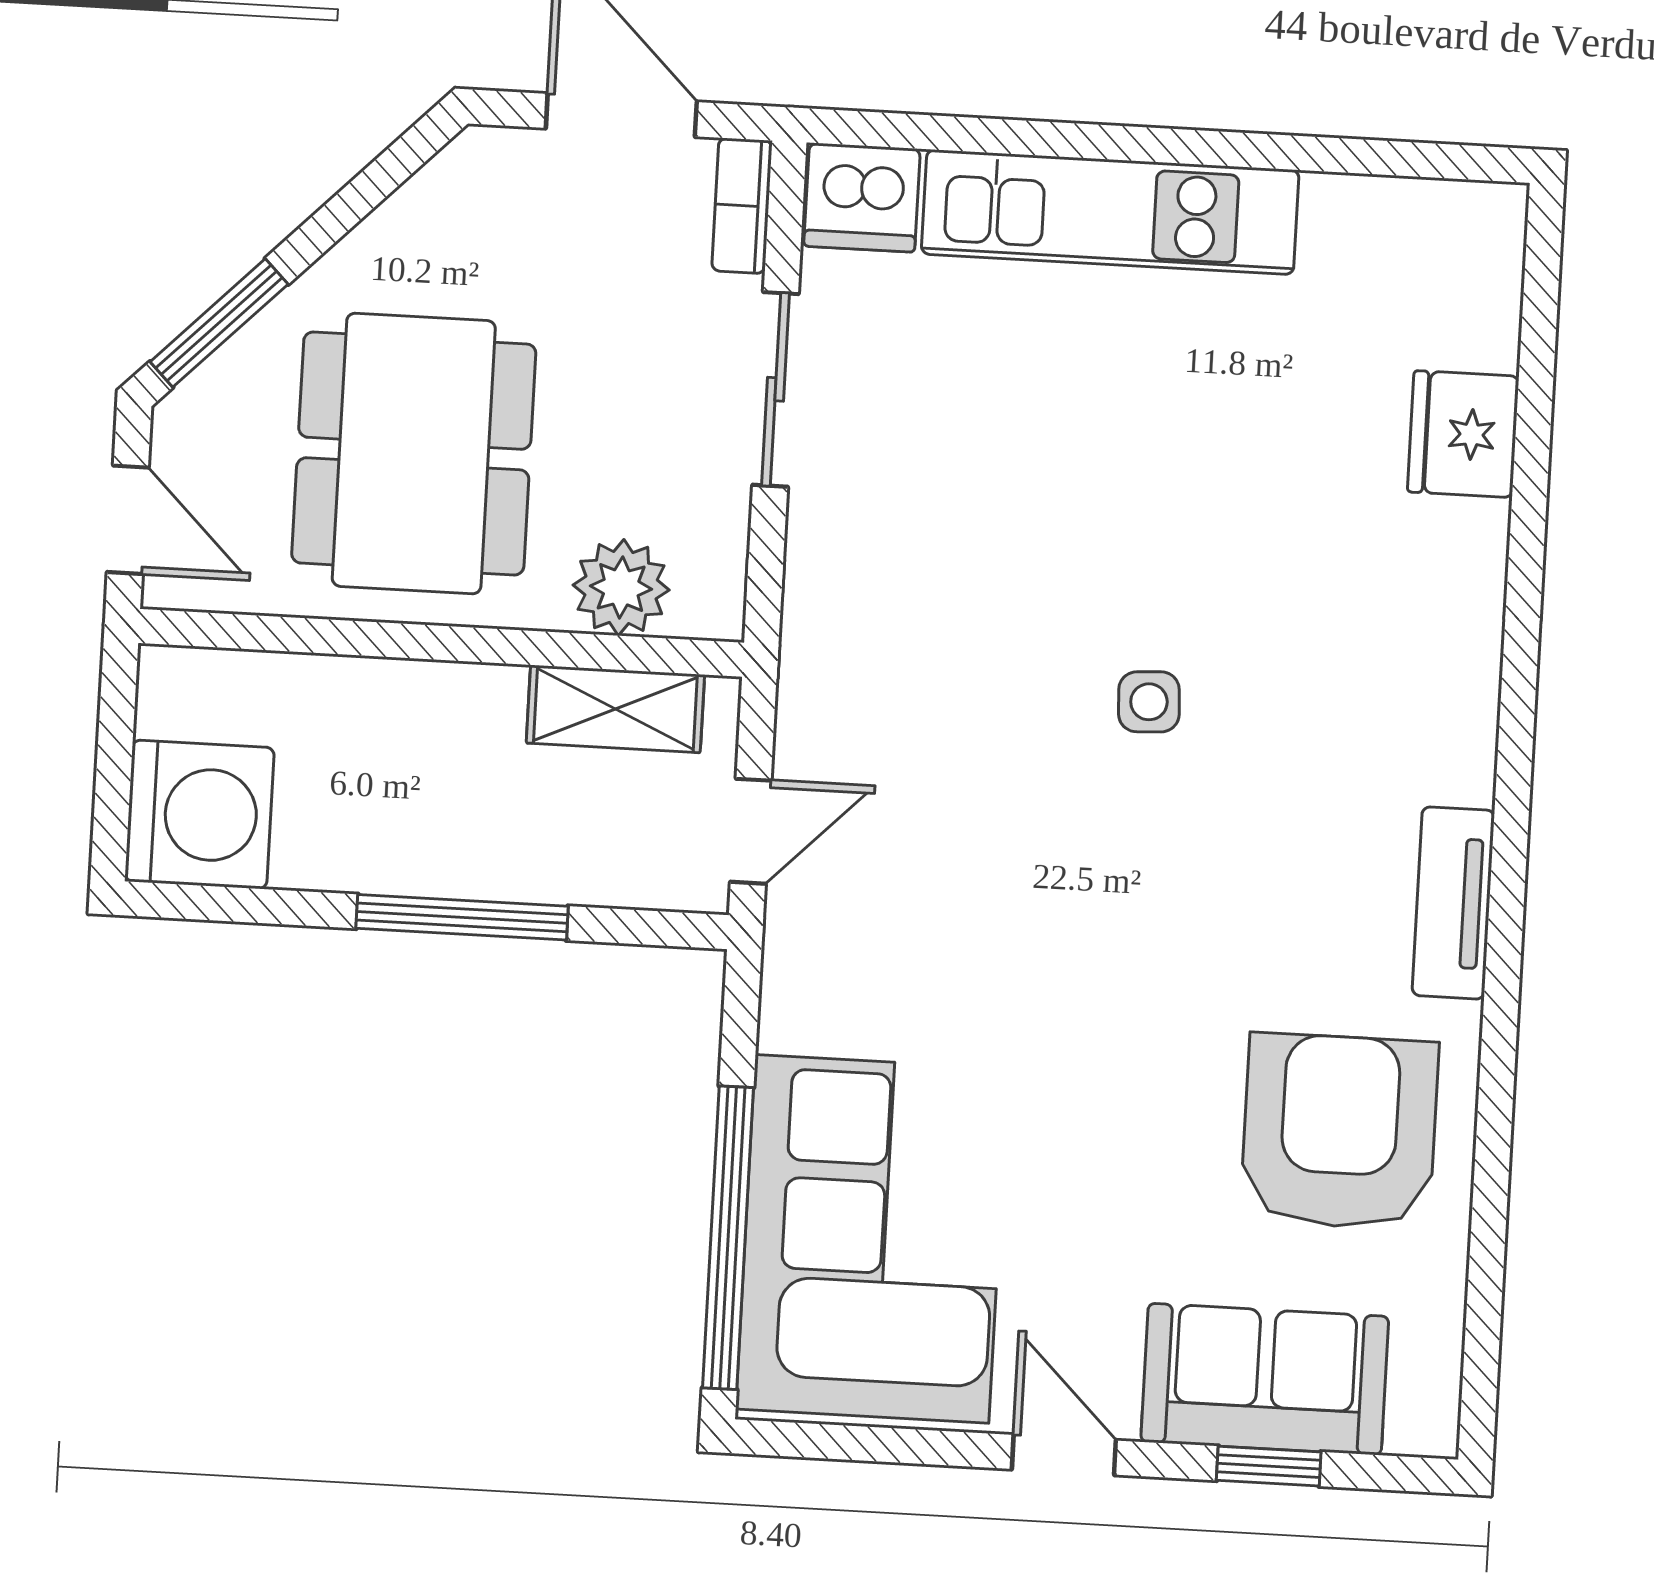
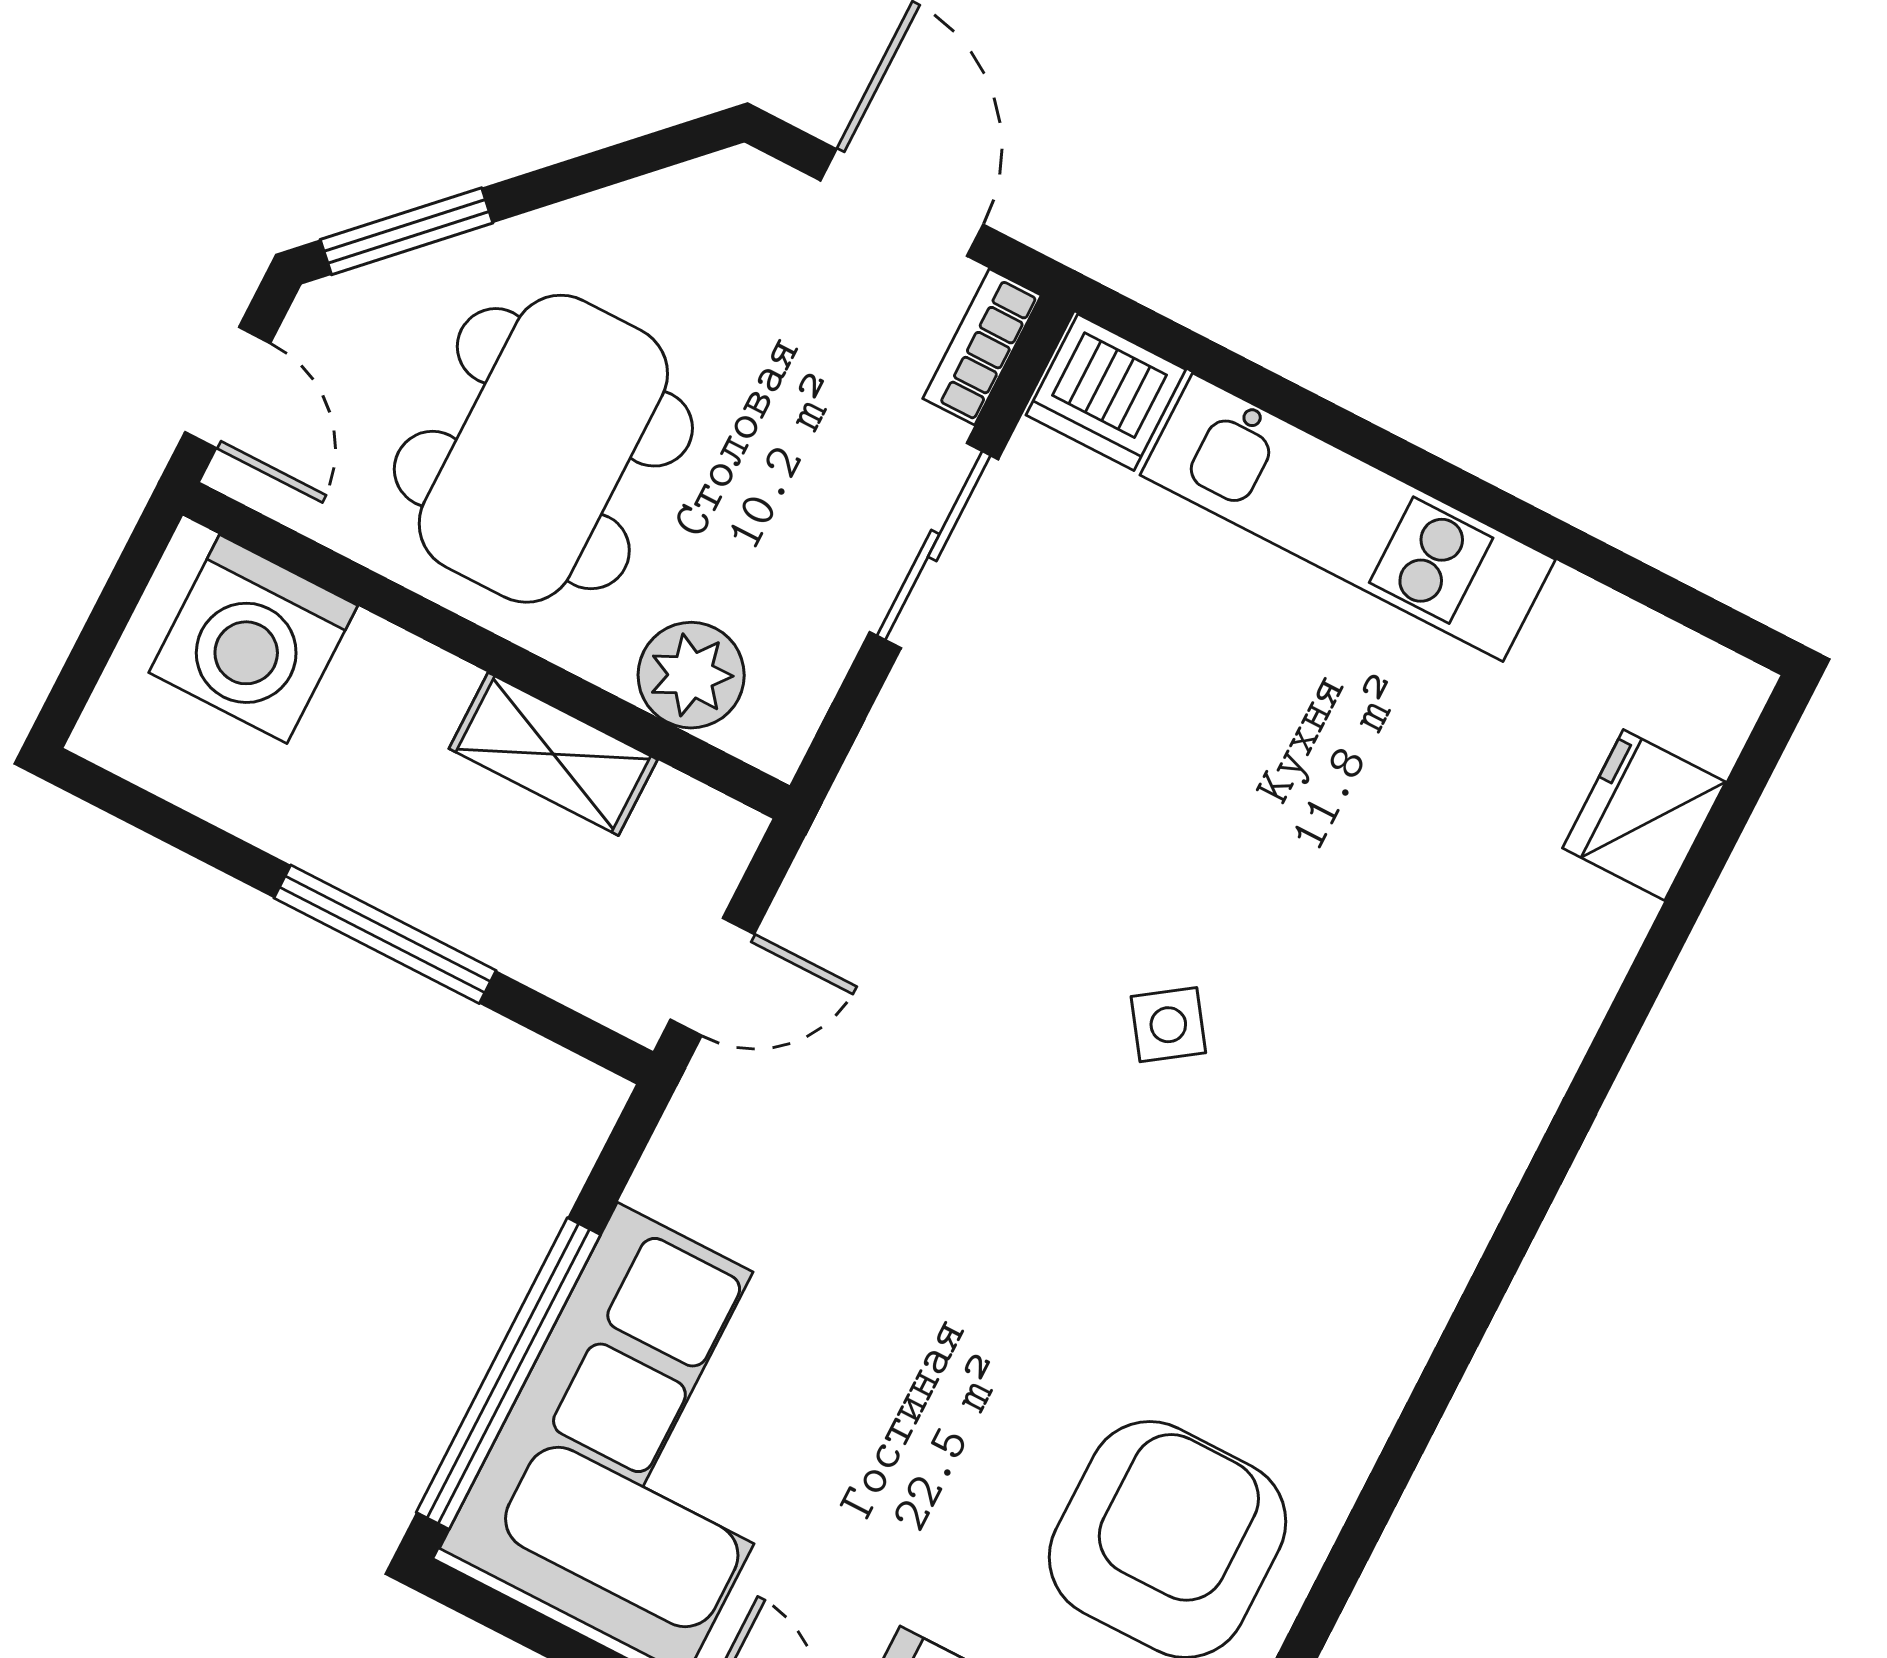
fridge: (1463, 434) -> (1644, 815), moved
side table: (1149, 702) -> (1168, 1025), turned -32
shelving: (615, 709) -> (553, 754), moved
washing machine: (199, 814) -> (253, 639), moved, turned 90
tv unit: (1453, 903) -> (1383, 1362), removed

